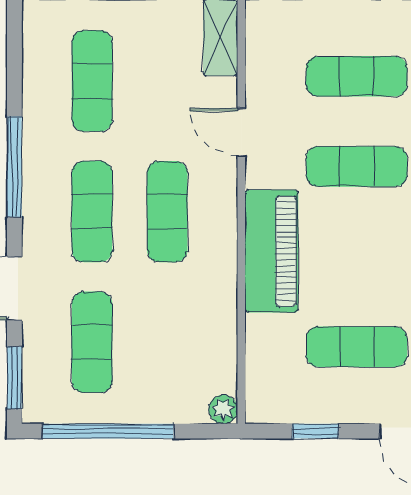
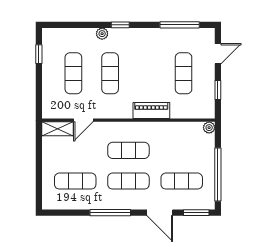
door: (241, 132) -> (83, 120), moved
piano: (272, 251) -> (151, 111), width x0.73, depth x0.75

